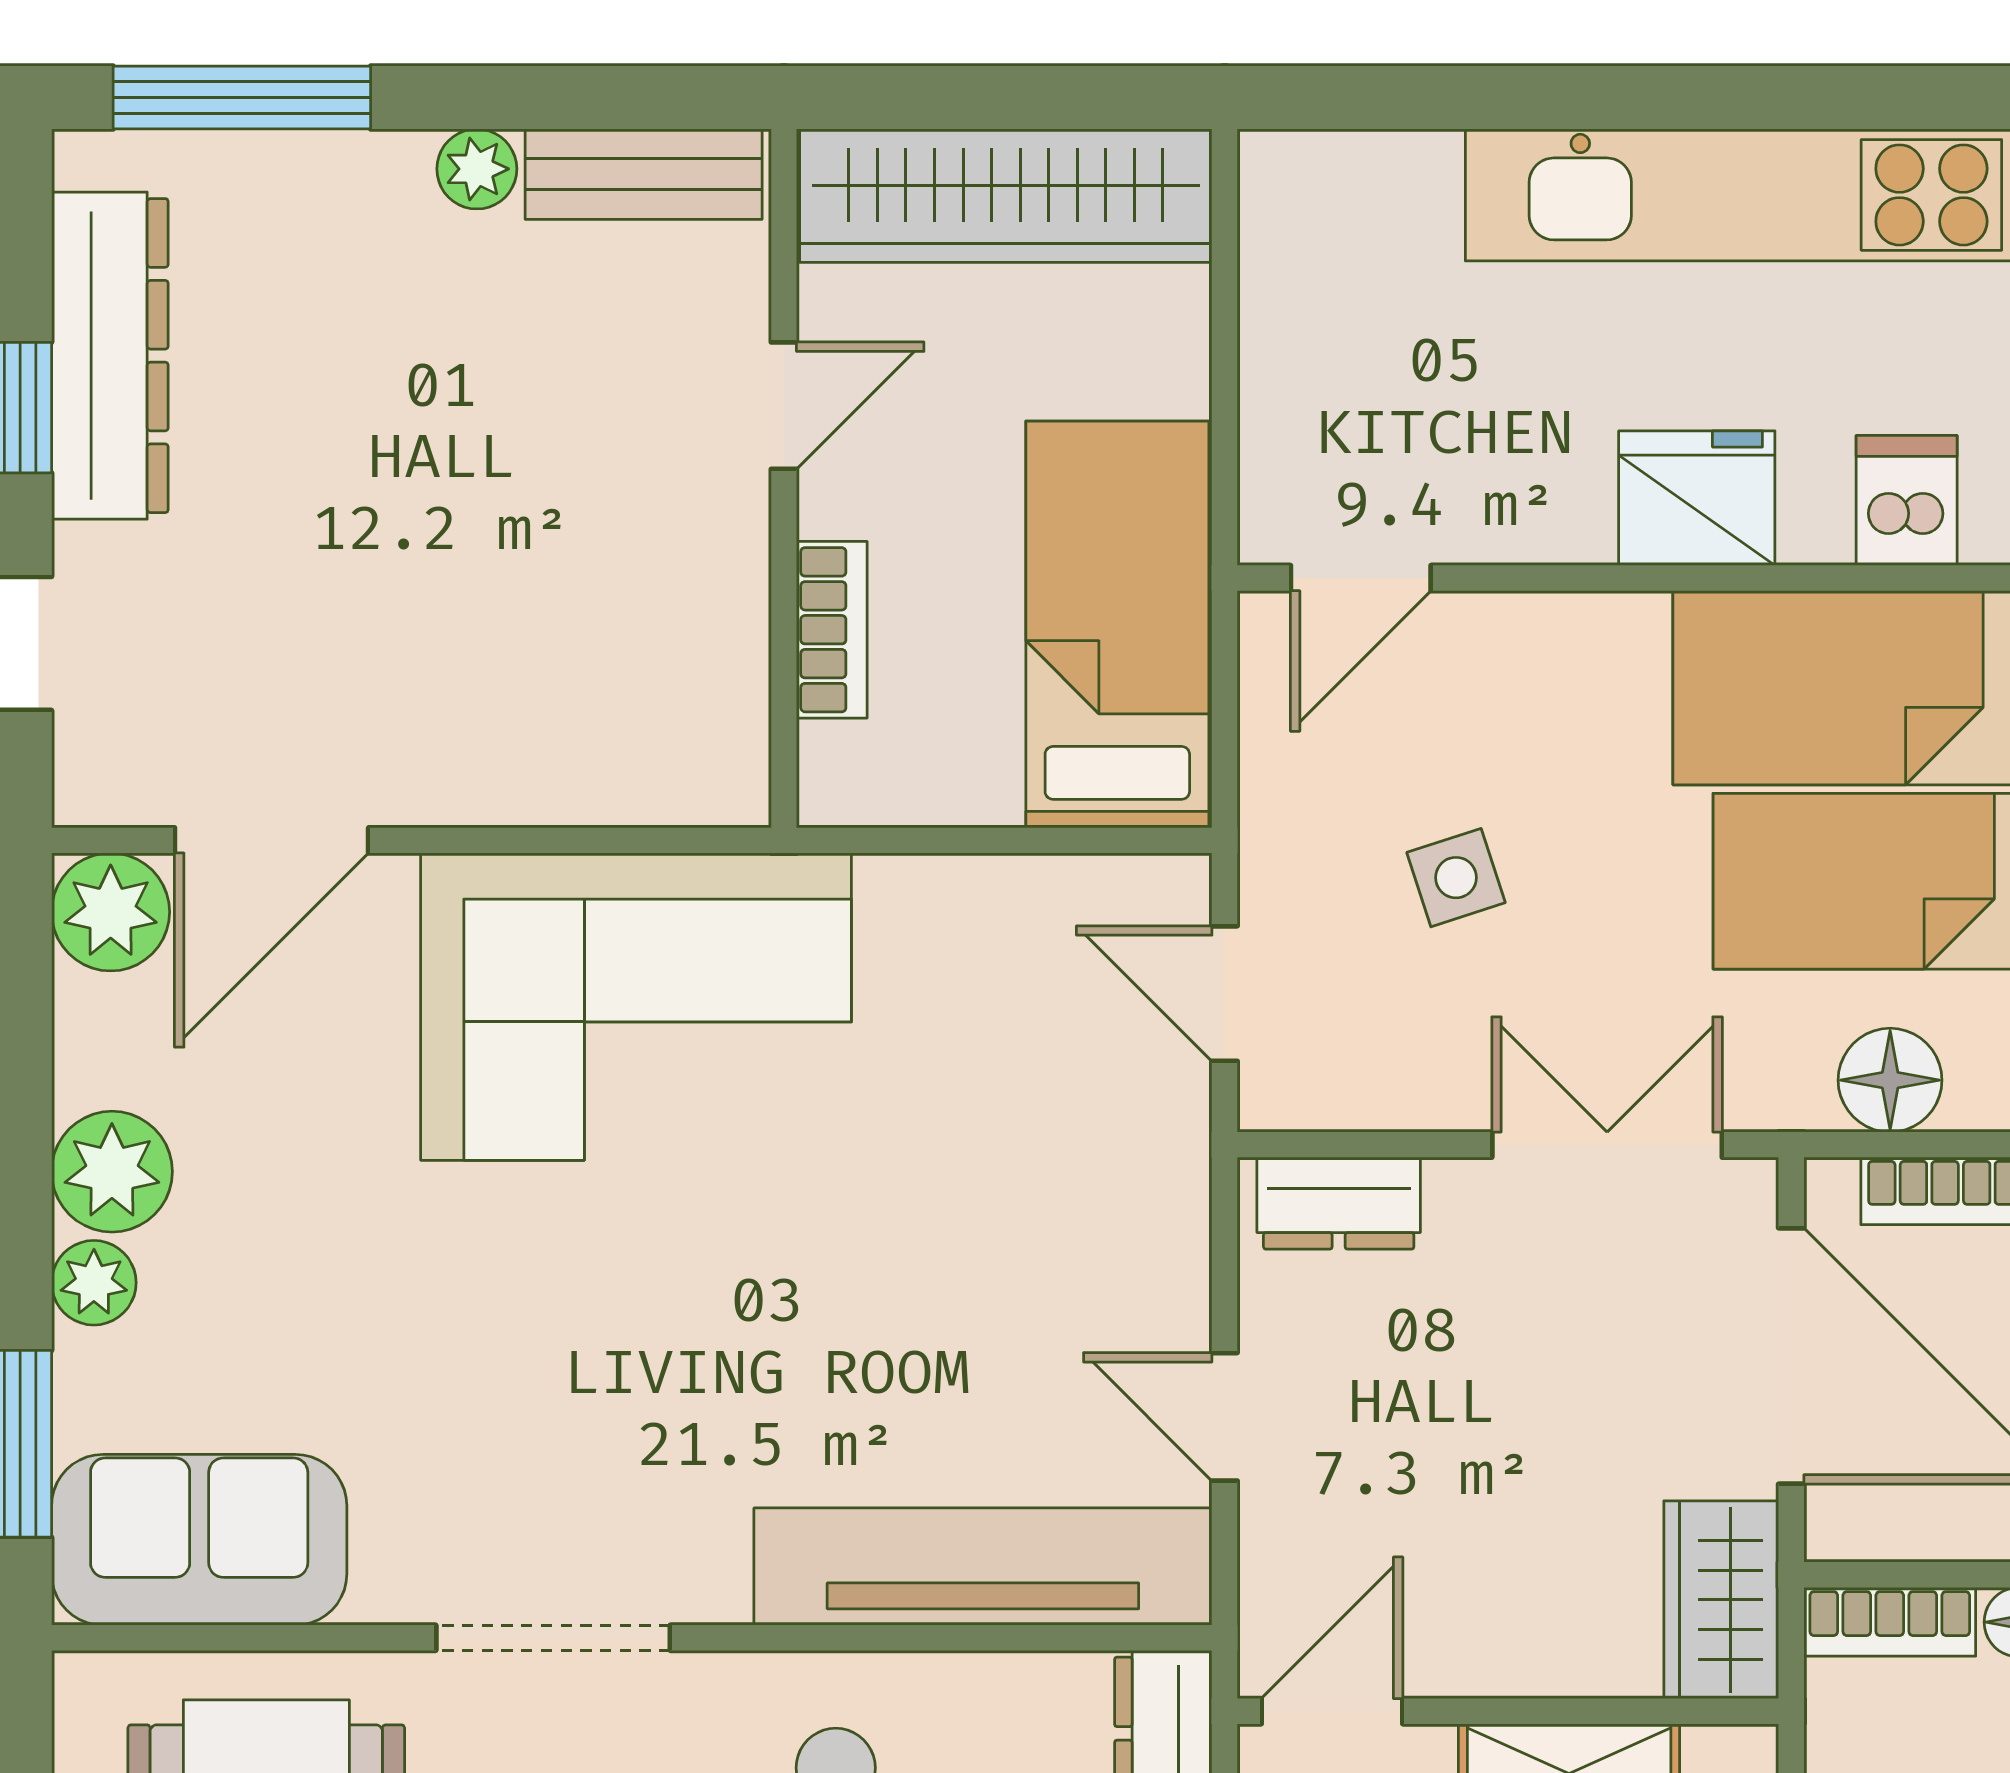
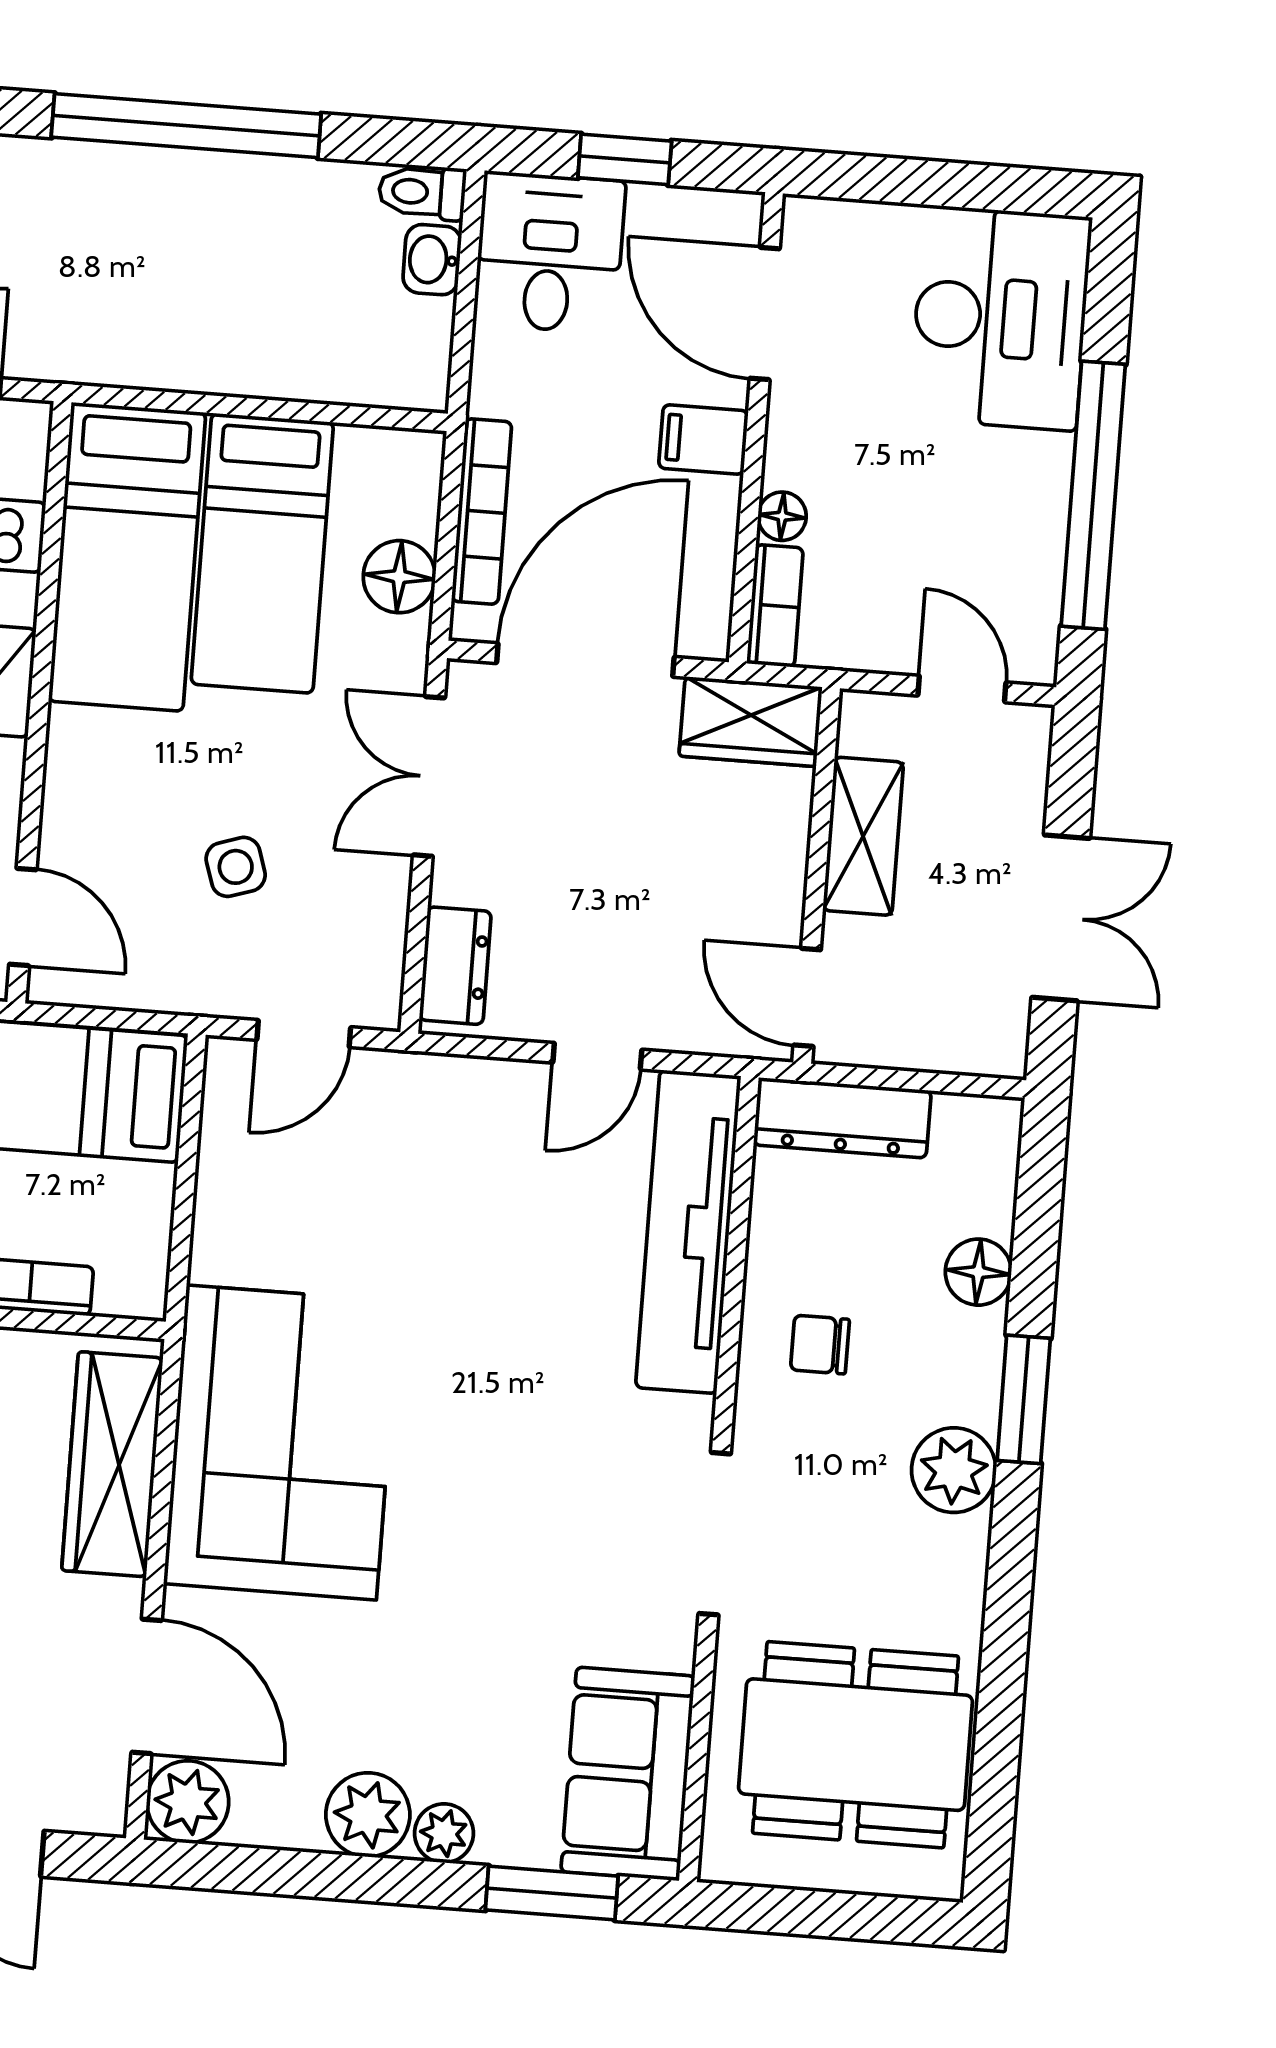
wardrobe: (586, 767) -> (112, 1464), added

